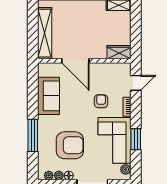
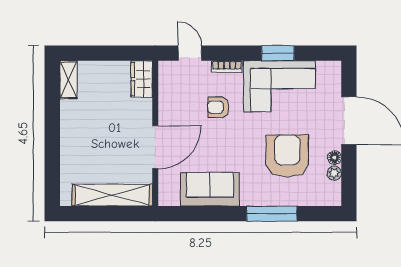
plant: (126, 169) -> (325, 69), removed
plant: (49, 175) -> (334, 189), removed

